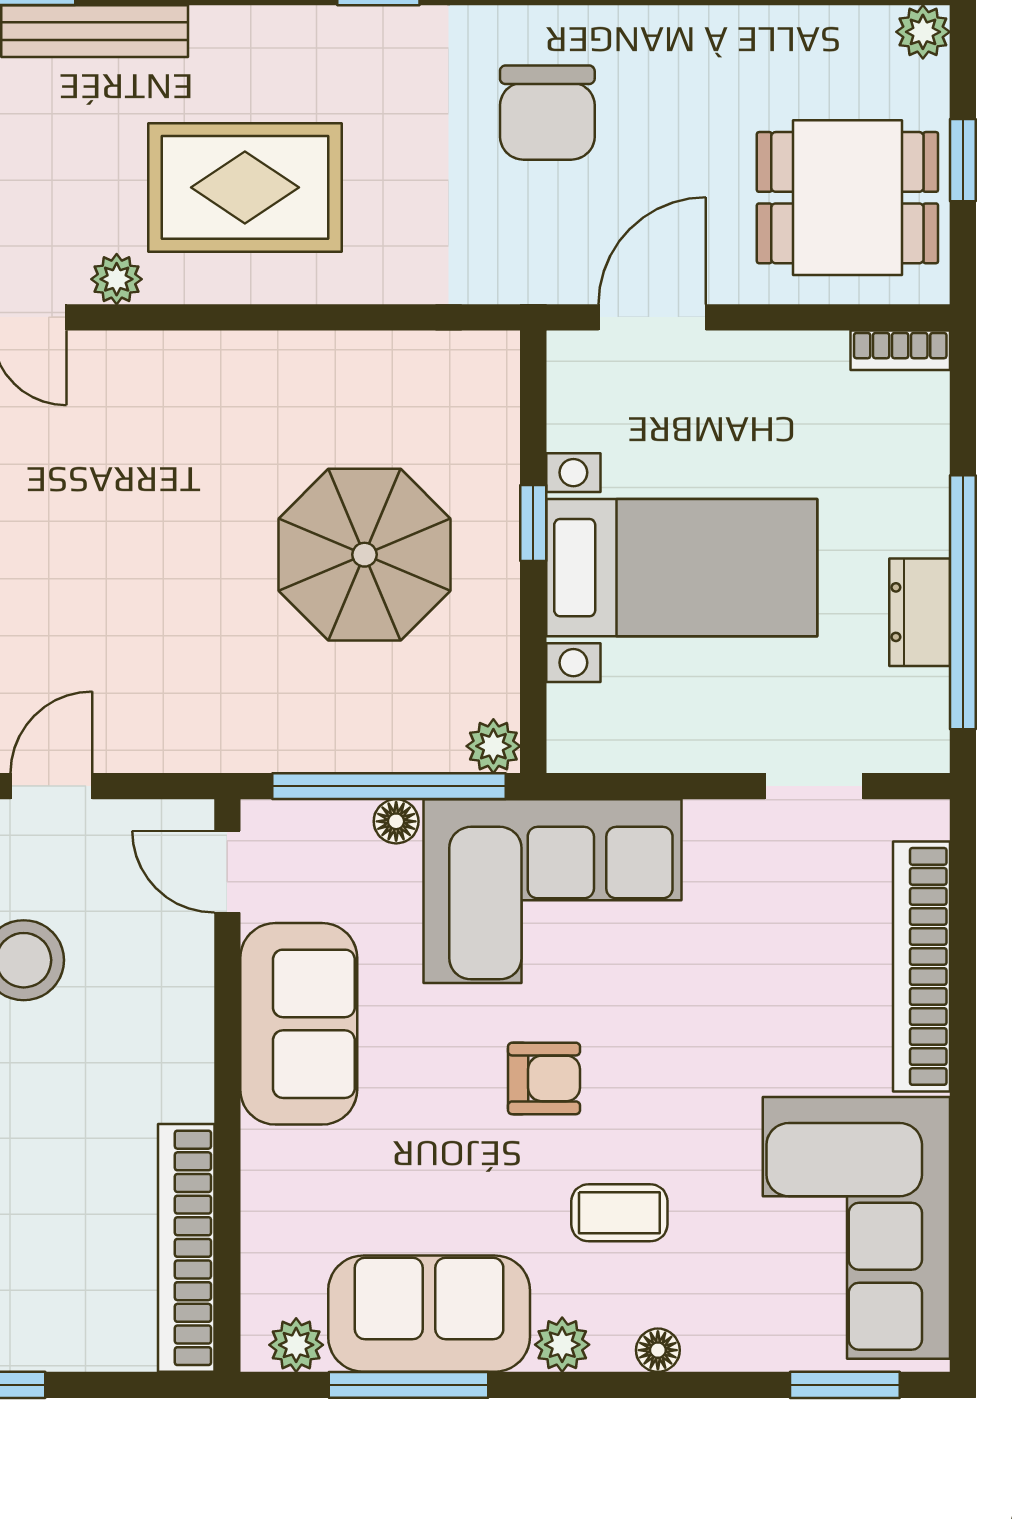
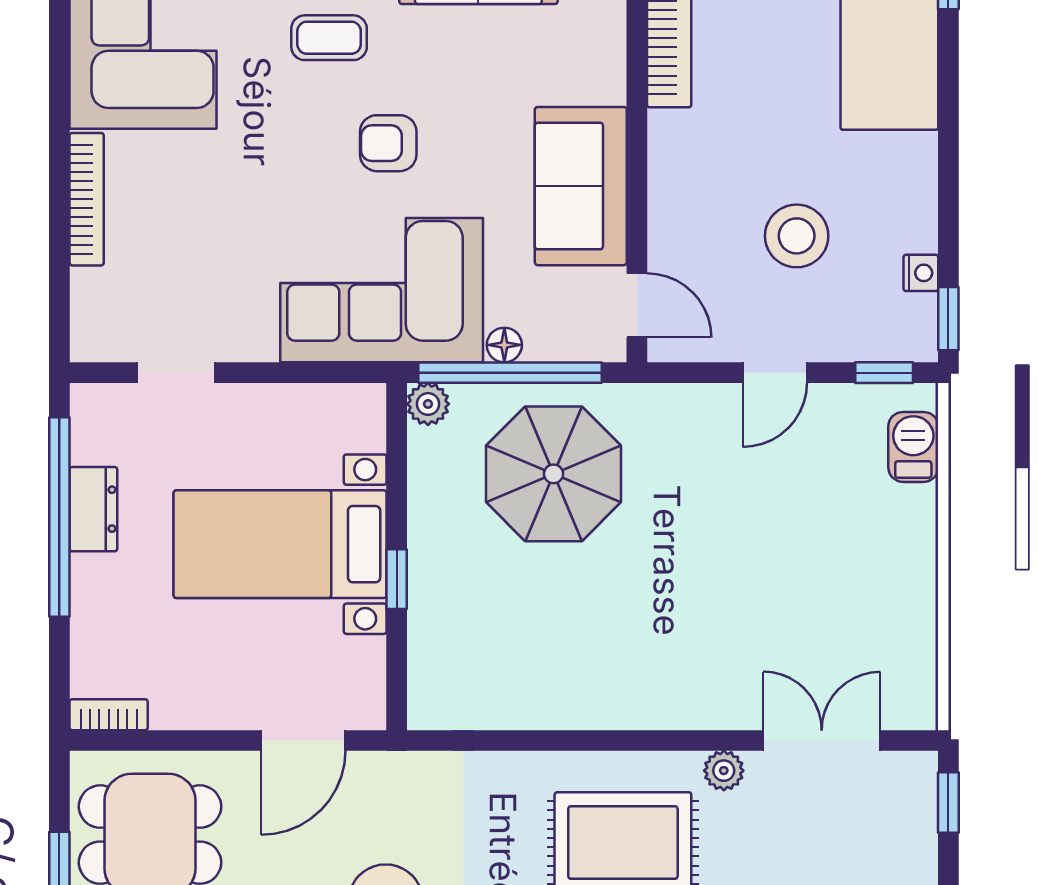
parasol: (365, 555) -> (554, 474), moved
bookcase: (921, 966) -> (87, 199), width x0.68, depth x0.76

